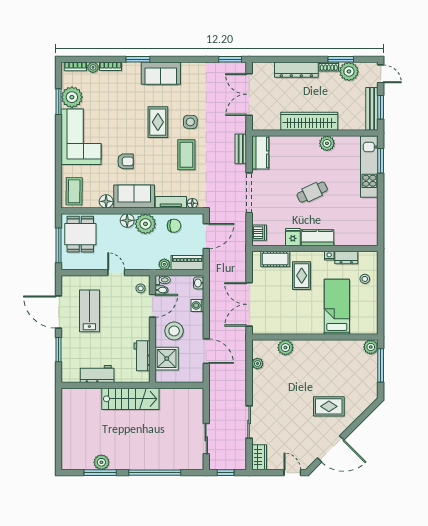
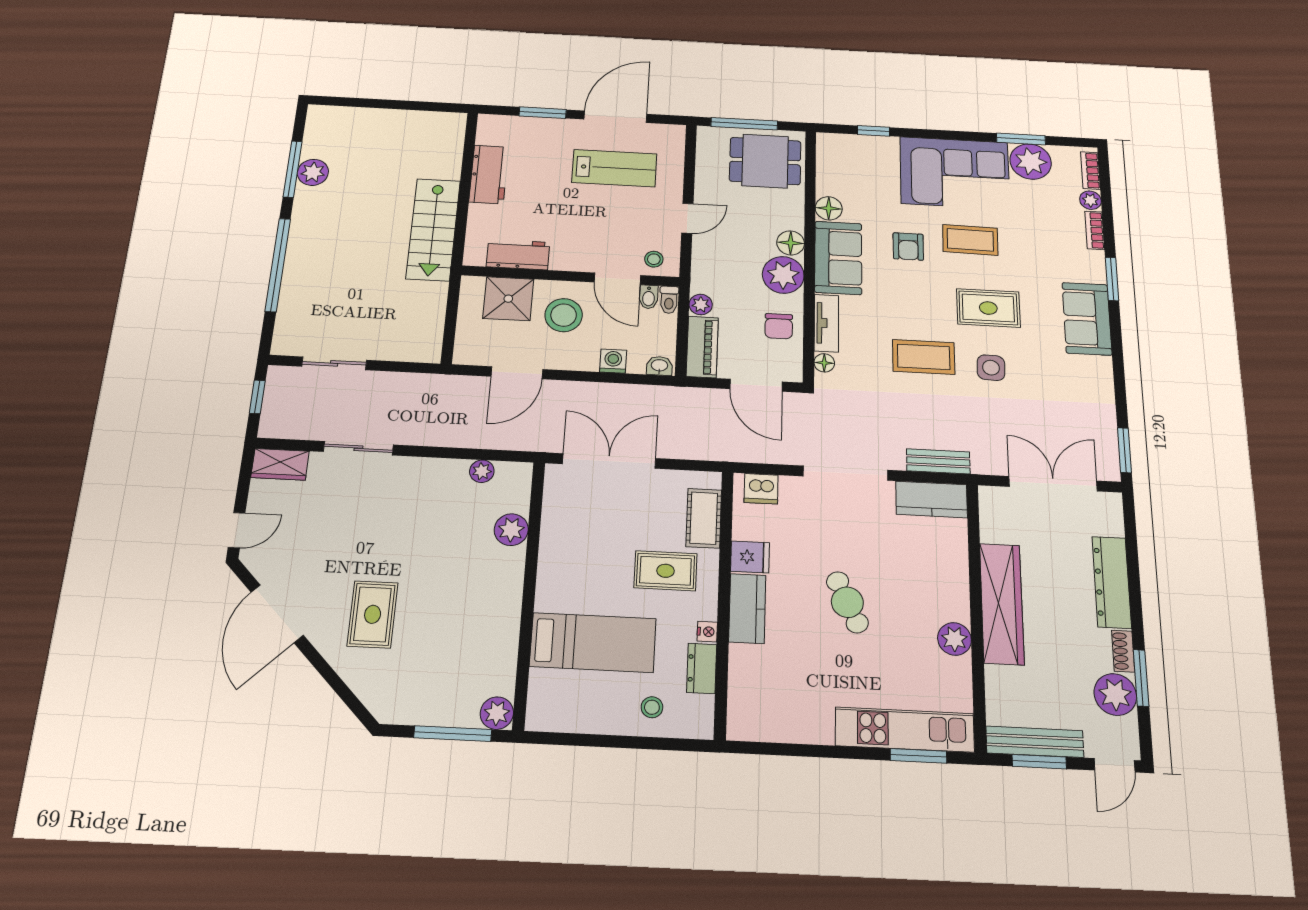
window: (59, 178) -> (873, 131), added
coffee table: (74, 191) -> (970, 240), moved

